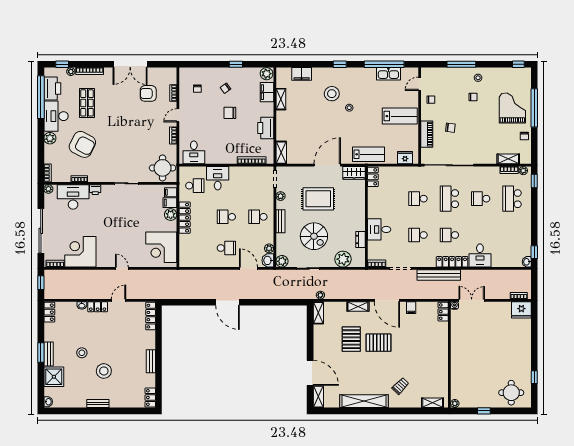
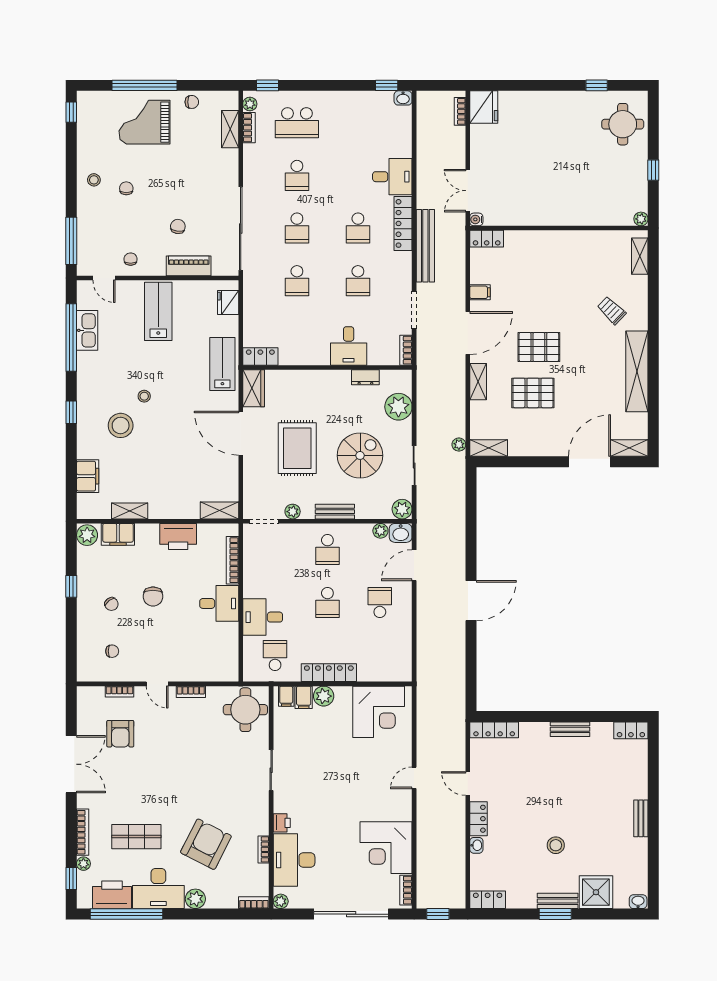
window: (461, 64) -> (71, 241), moved
desk: (194, 152) -> (219, 603), moved
school desk: (449, 199) -> (297, 228), width x0.54
pallet: (379, 343) -> (539, 347), turned 90
stool: (104, 371) -> (586, 808), removed

